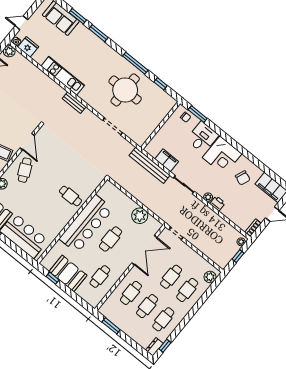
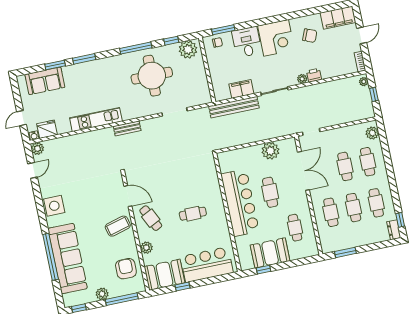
plant: (164, 101) -> (188, 49), added
cafe table: (70, 196) -> (193, 214), moved

